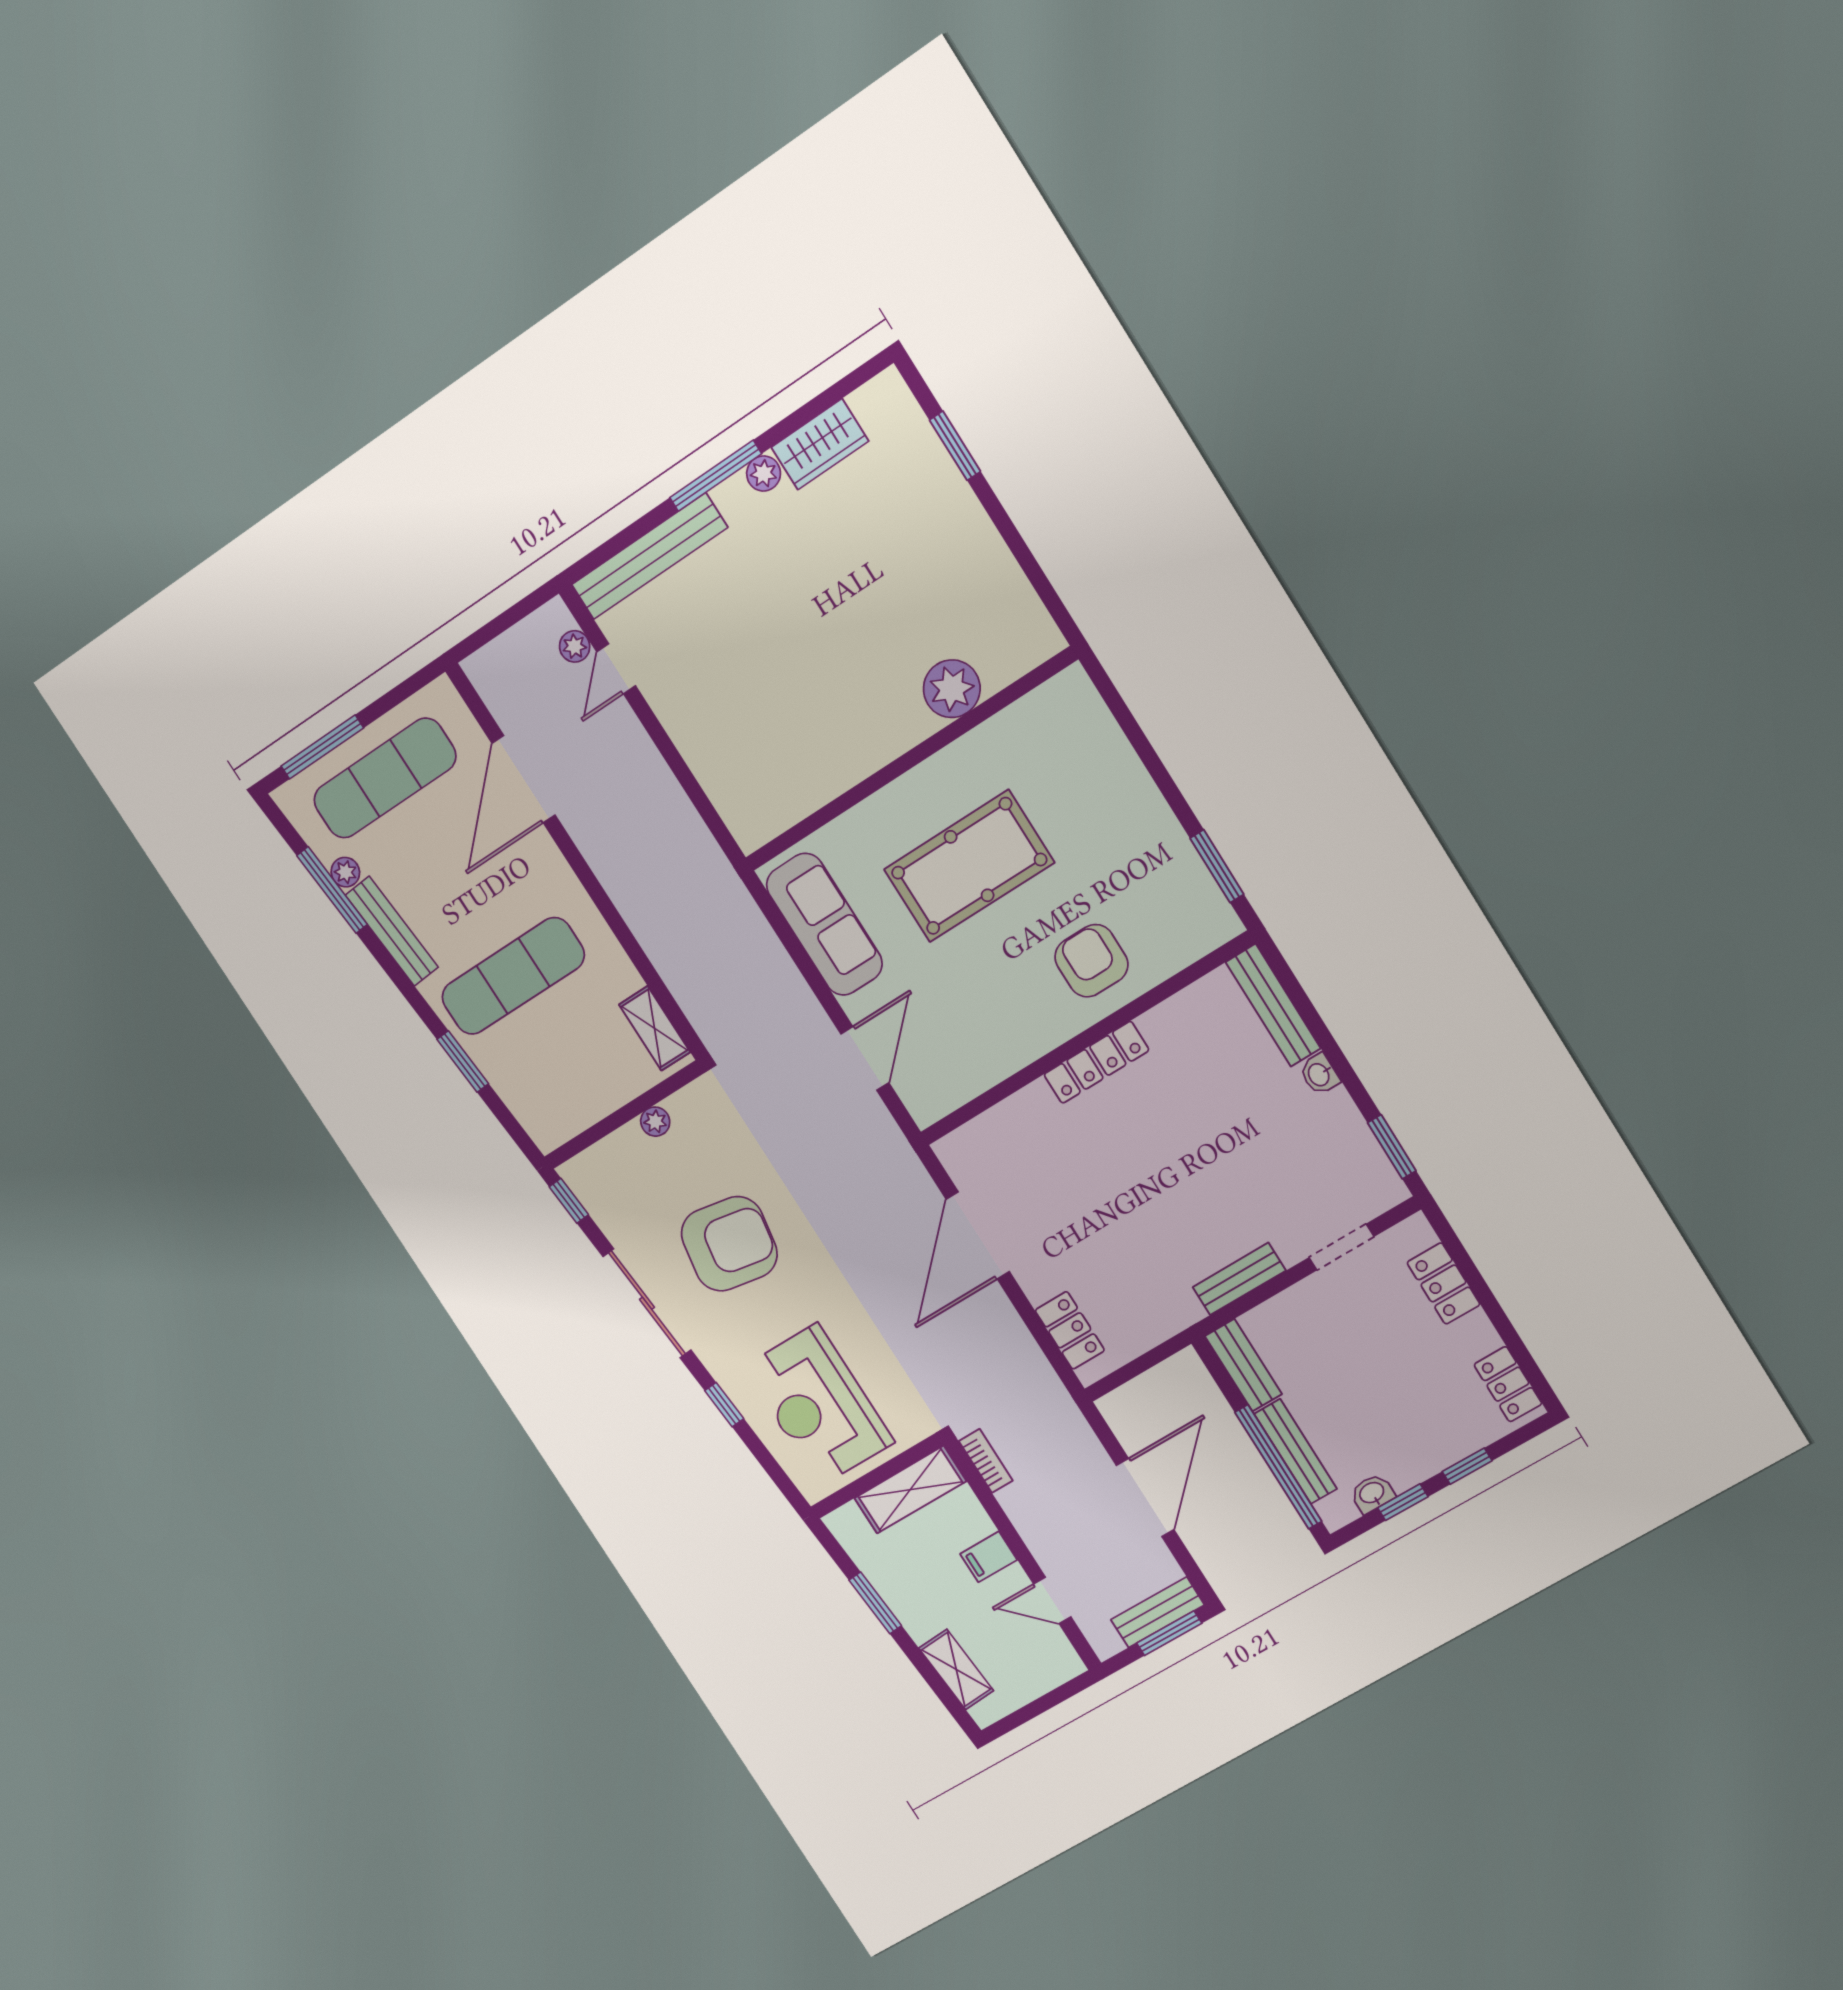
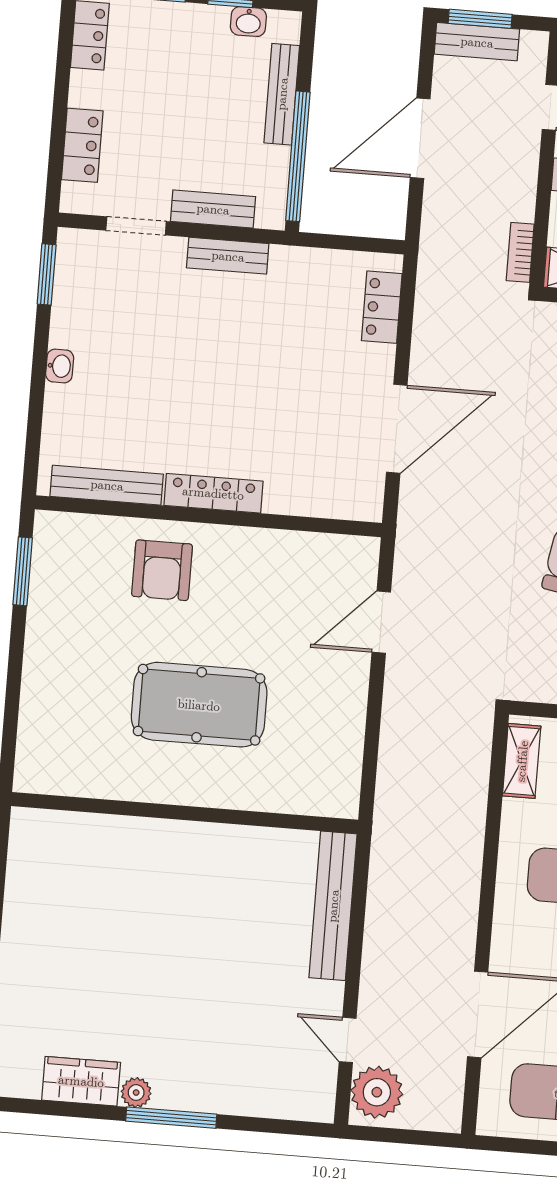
bench: (649, 556) -> (333, 906), moved, turned 90
plant: (575, 646) -> (377, 1092), width x1.87, depth x1.87
door: (616, 669) -> (348, 1040), swing flipped
plant: (952, 689) -> (117, 840), removed
sofa: (824, 924) -> (336, 742), removed
bench: (1273, 1005) -> (107, 485), moved, turned 90
bench: (1243, 1365) -> (213, 209), moved, turned 90
window: (1278, 1467) -> (298, 156), moved

